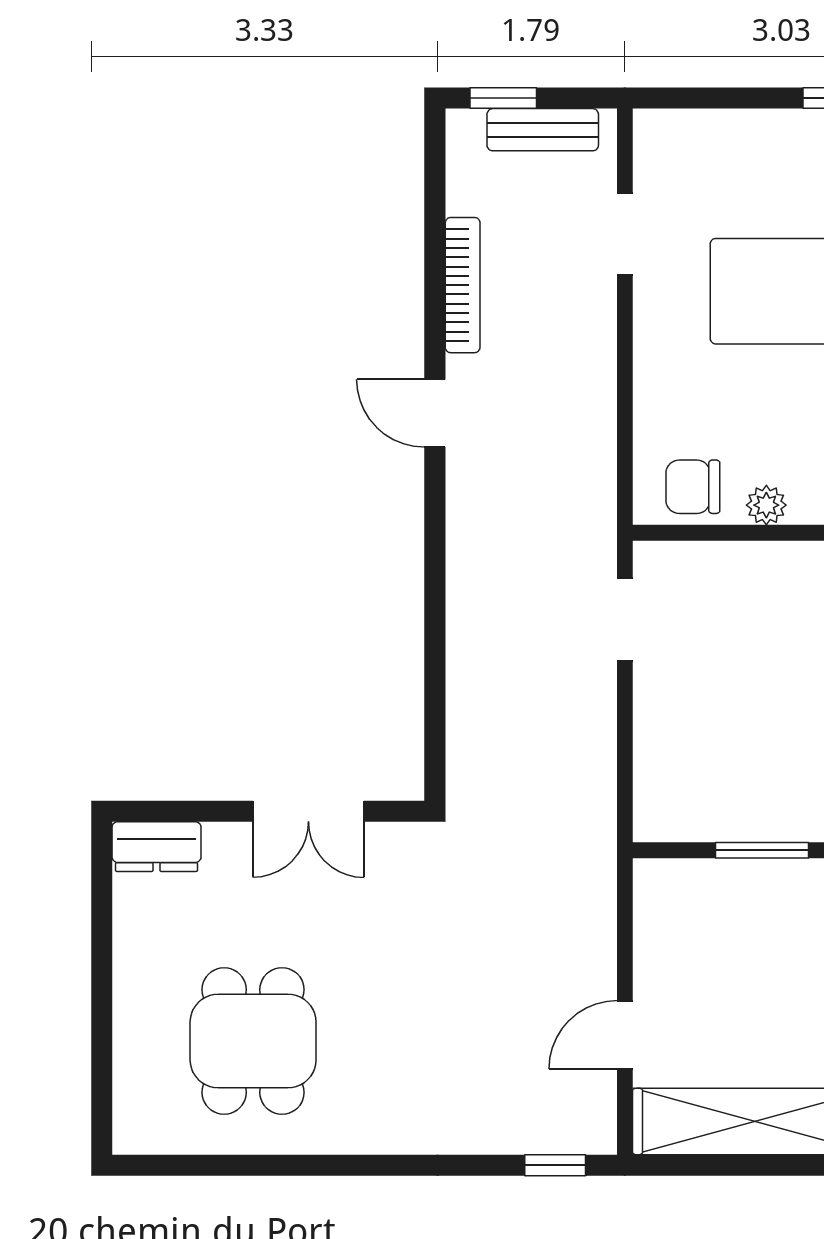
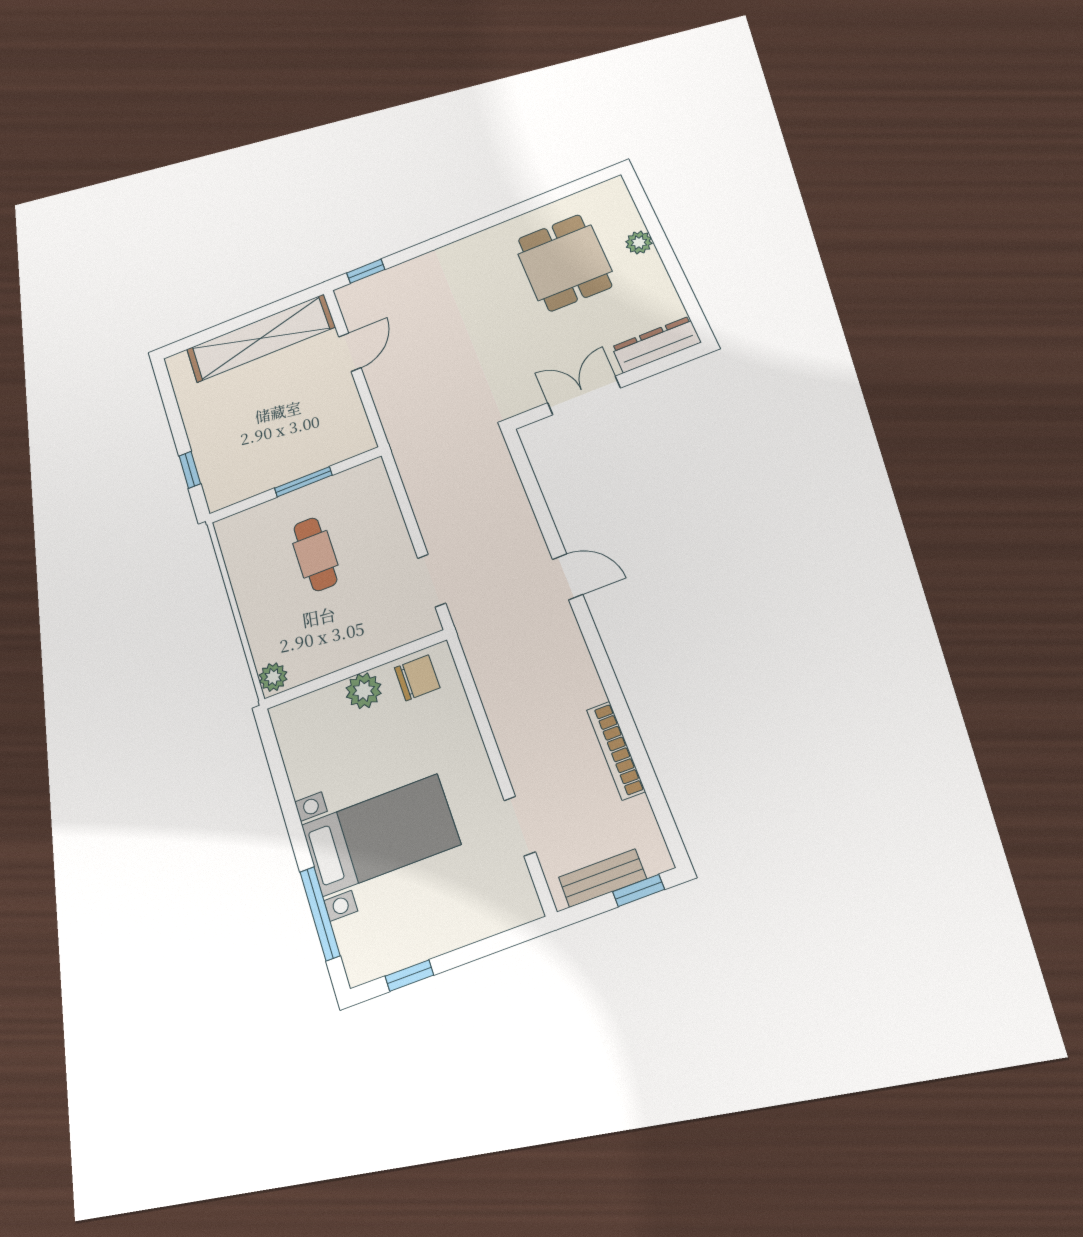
door: (435, 413) -> (568, 577), moved
plant: (766, 505) -> (364, 691), width x1.38, depth x1.38
cafe table: (779, 728) -> (315, 554), added
dresser: (157, 847) -> (656, 345), width x1.44
plant: (133, 1025) -> (639, 242), added

